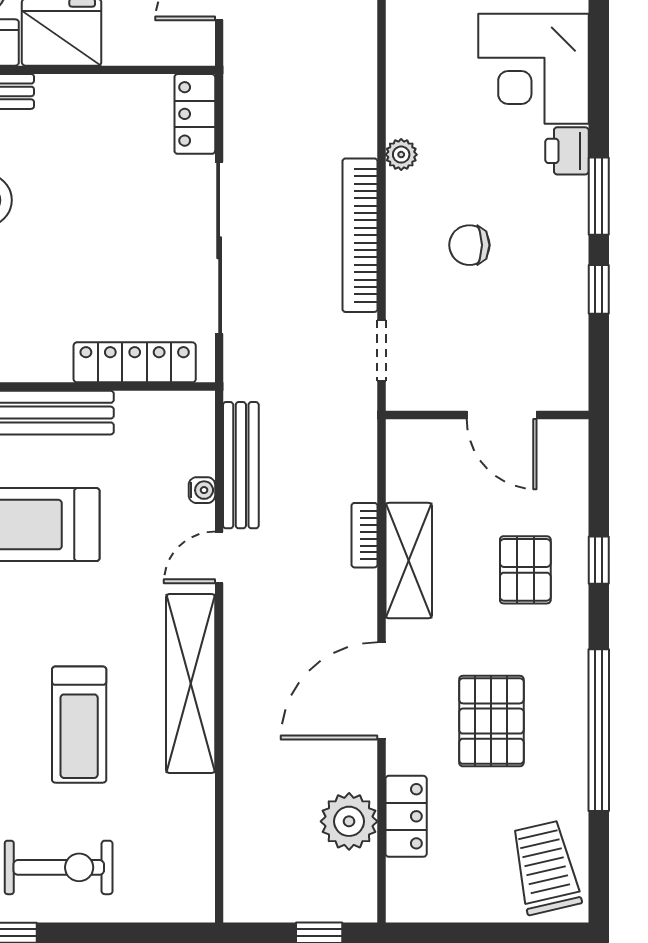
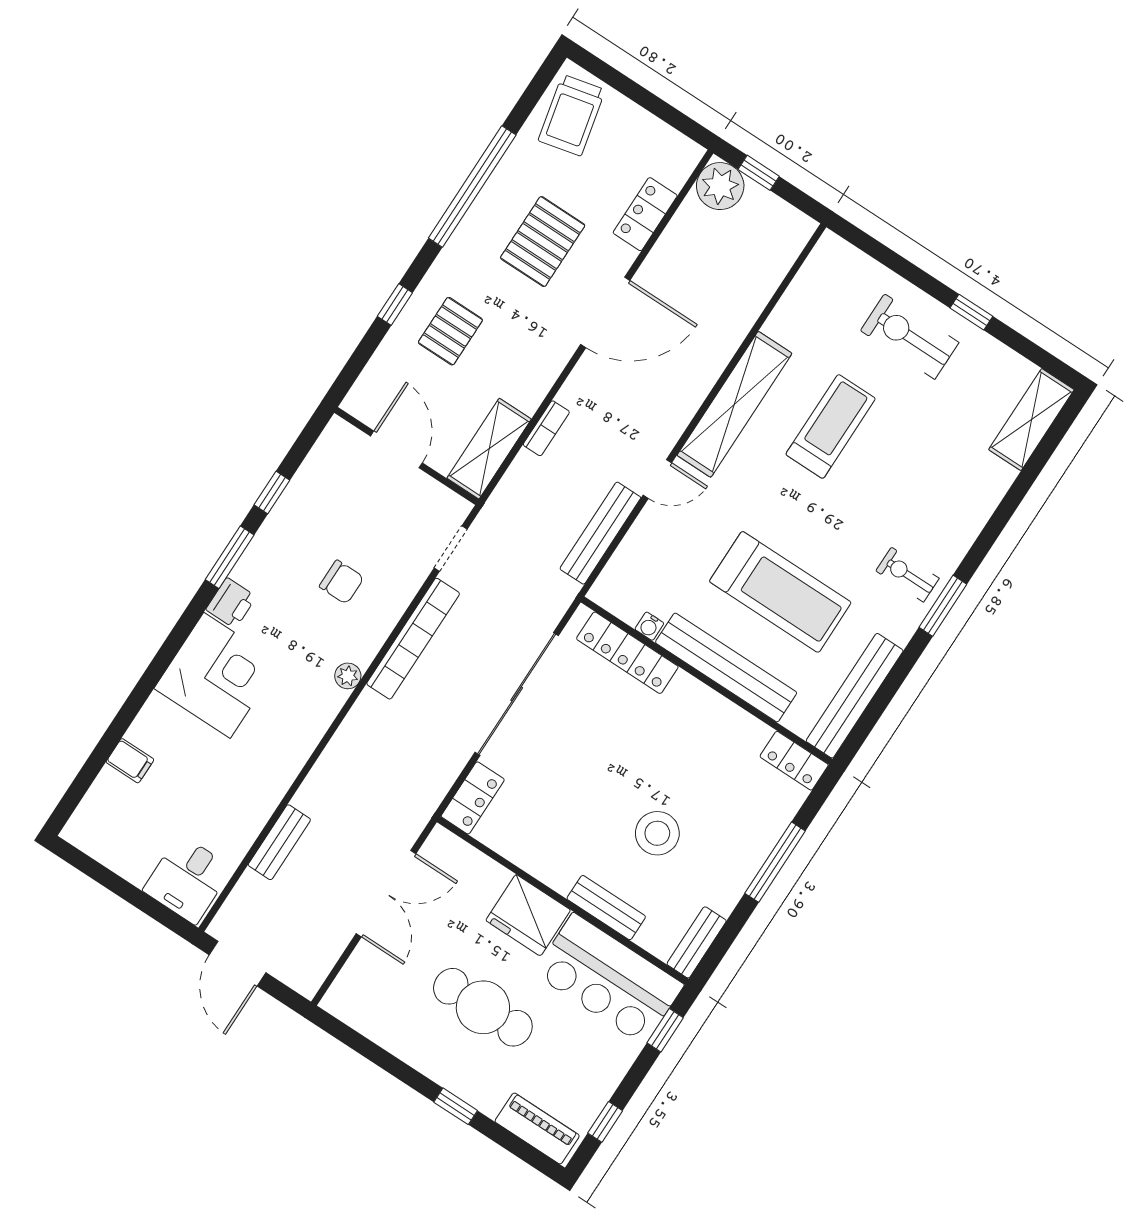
water cooler: (202, 490) -> (649, 626), moved, turned -90
shelving: (409, 561) -> (489, 449), moved
plant: (349, 821) -> (720, 186), moved

